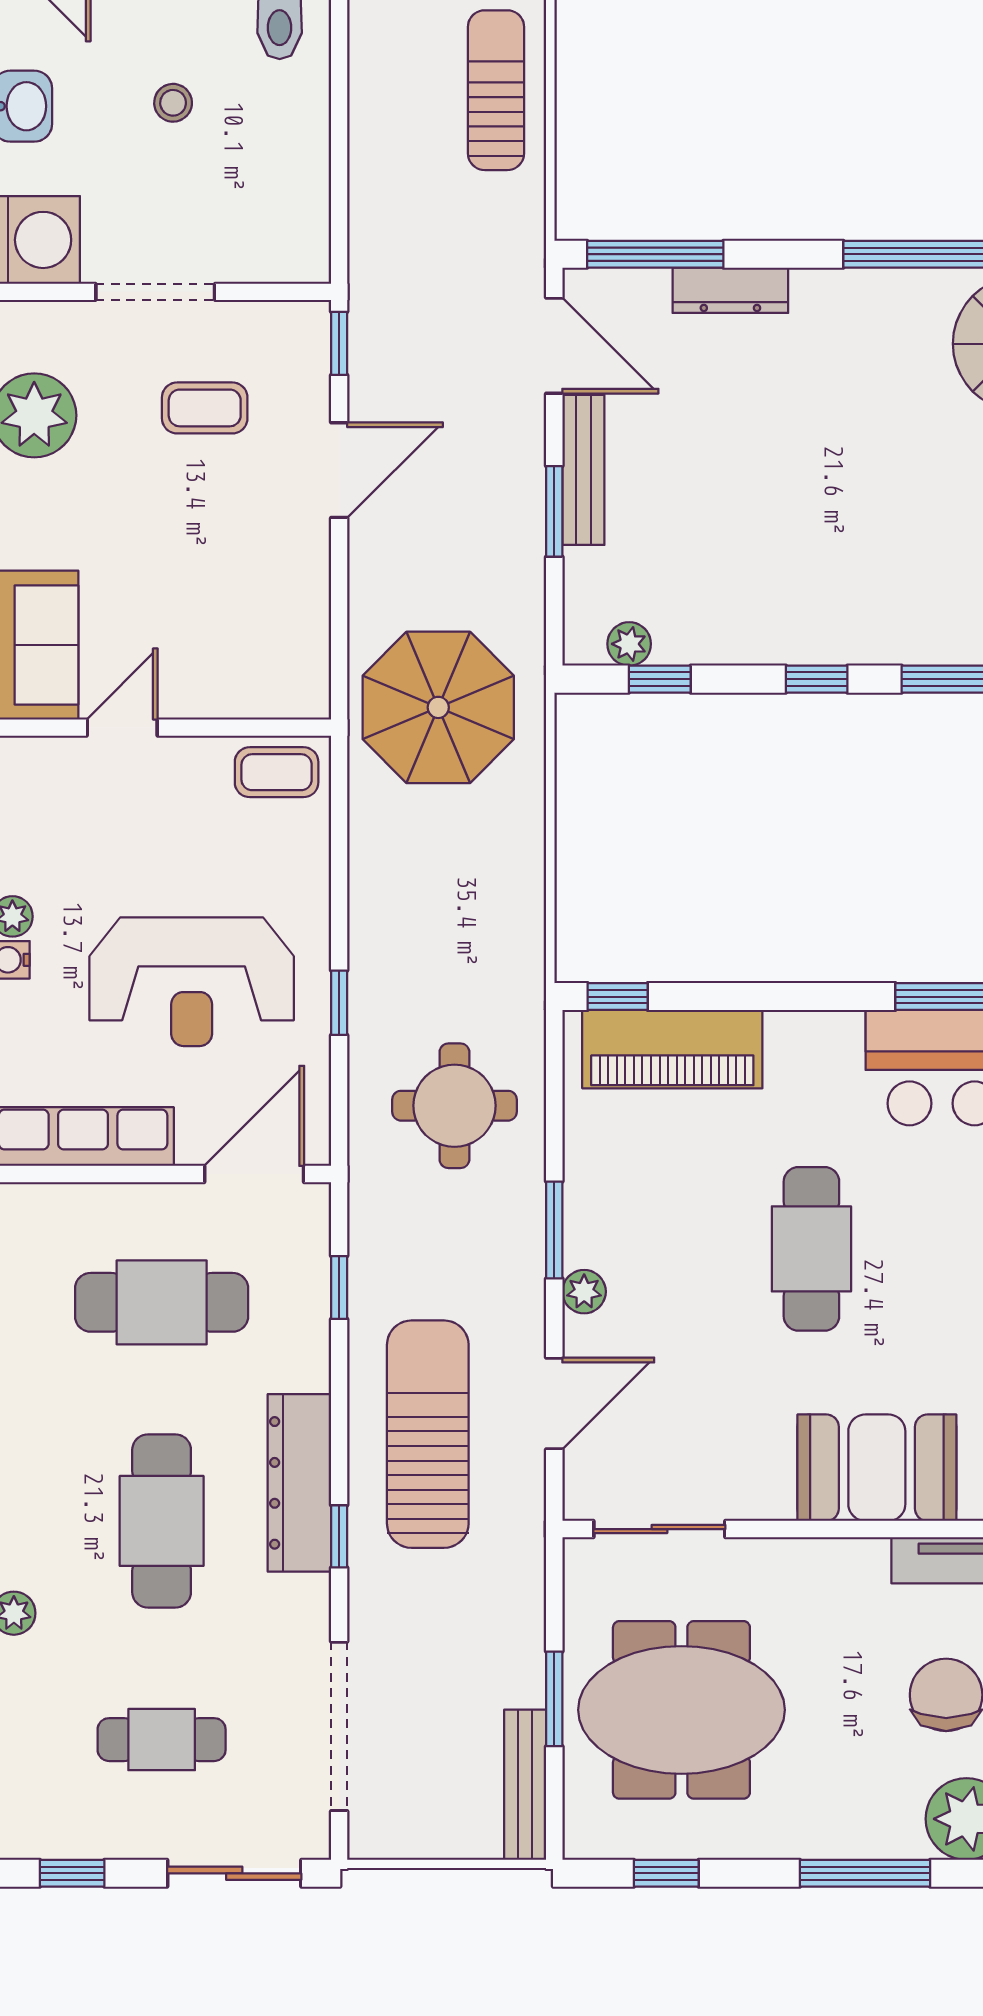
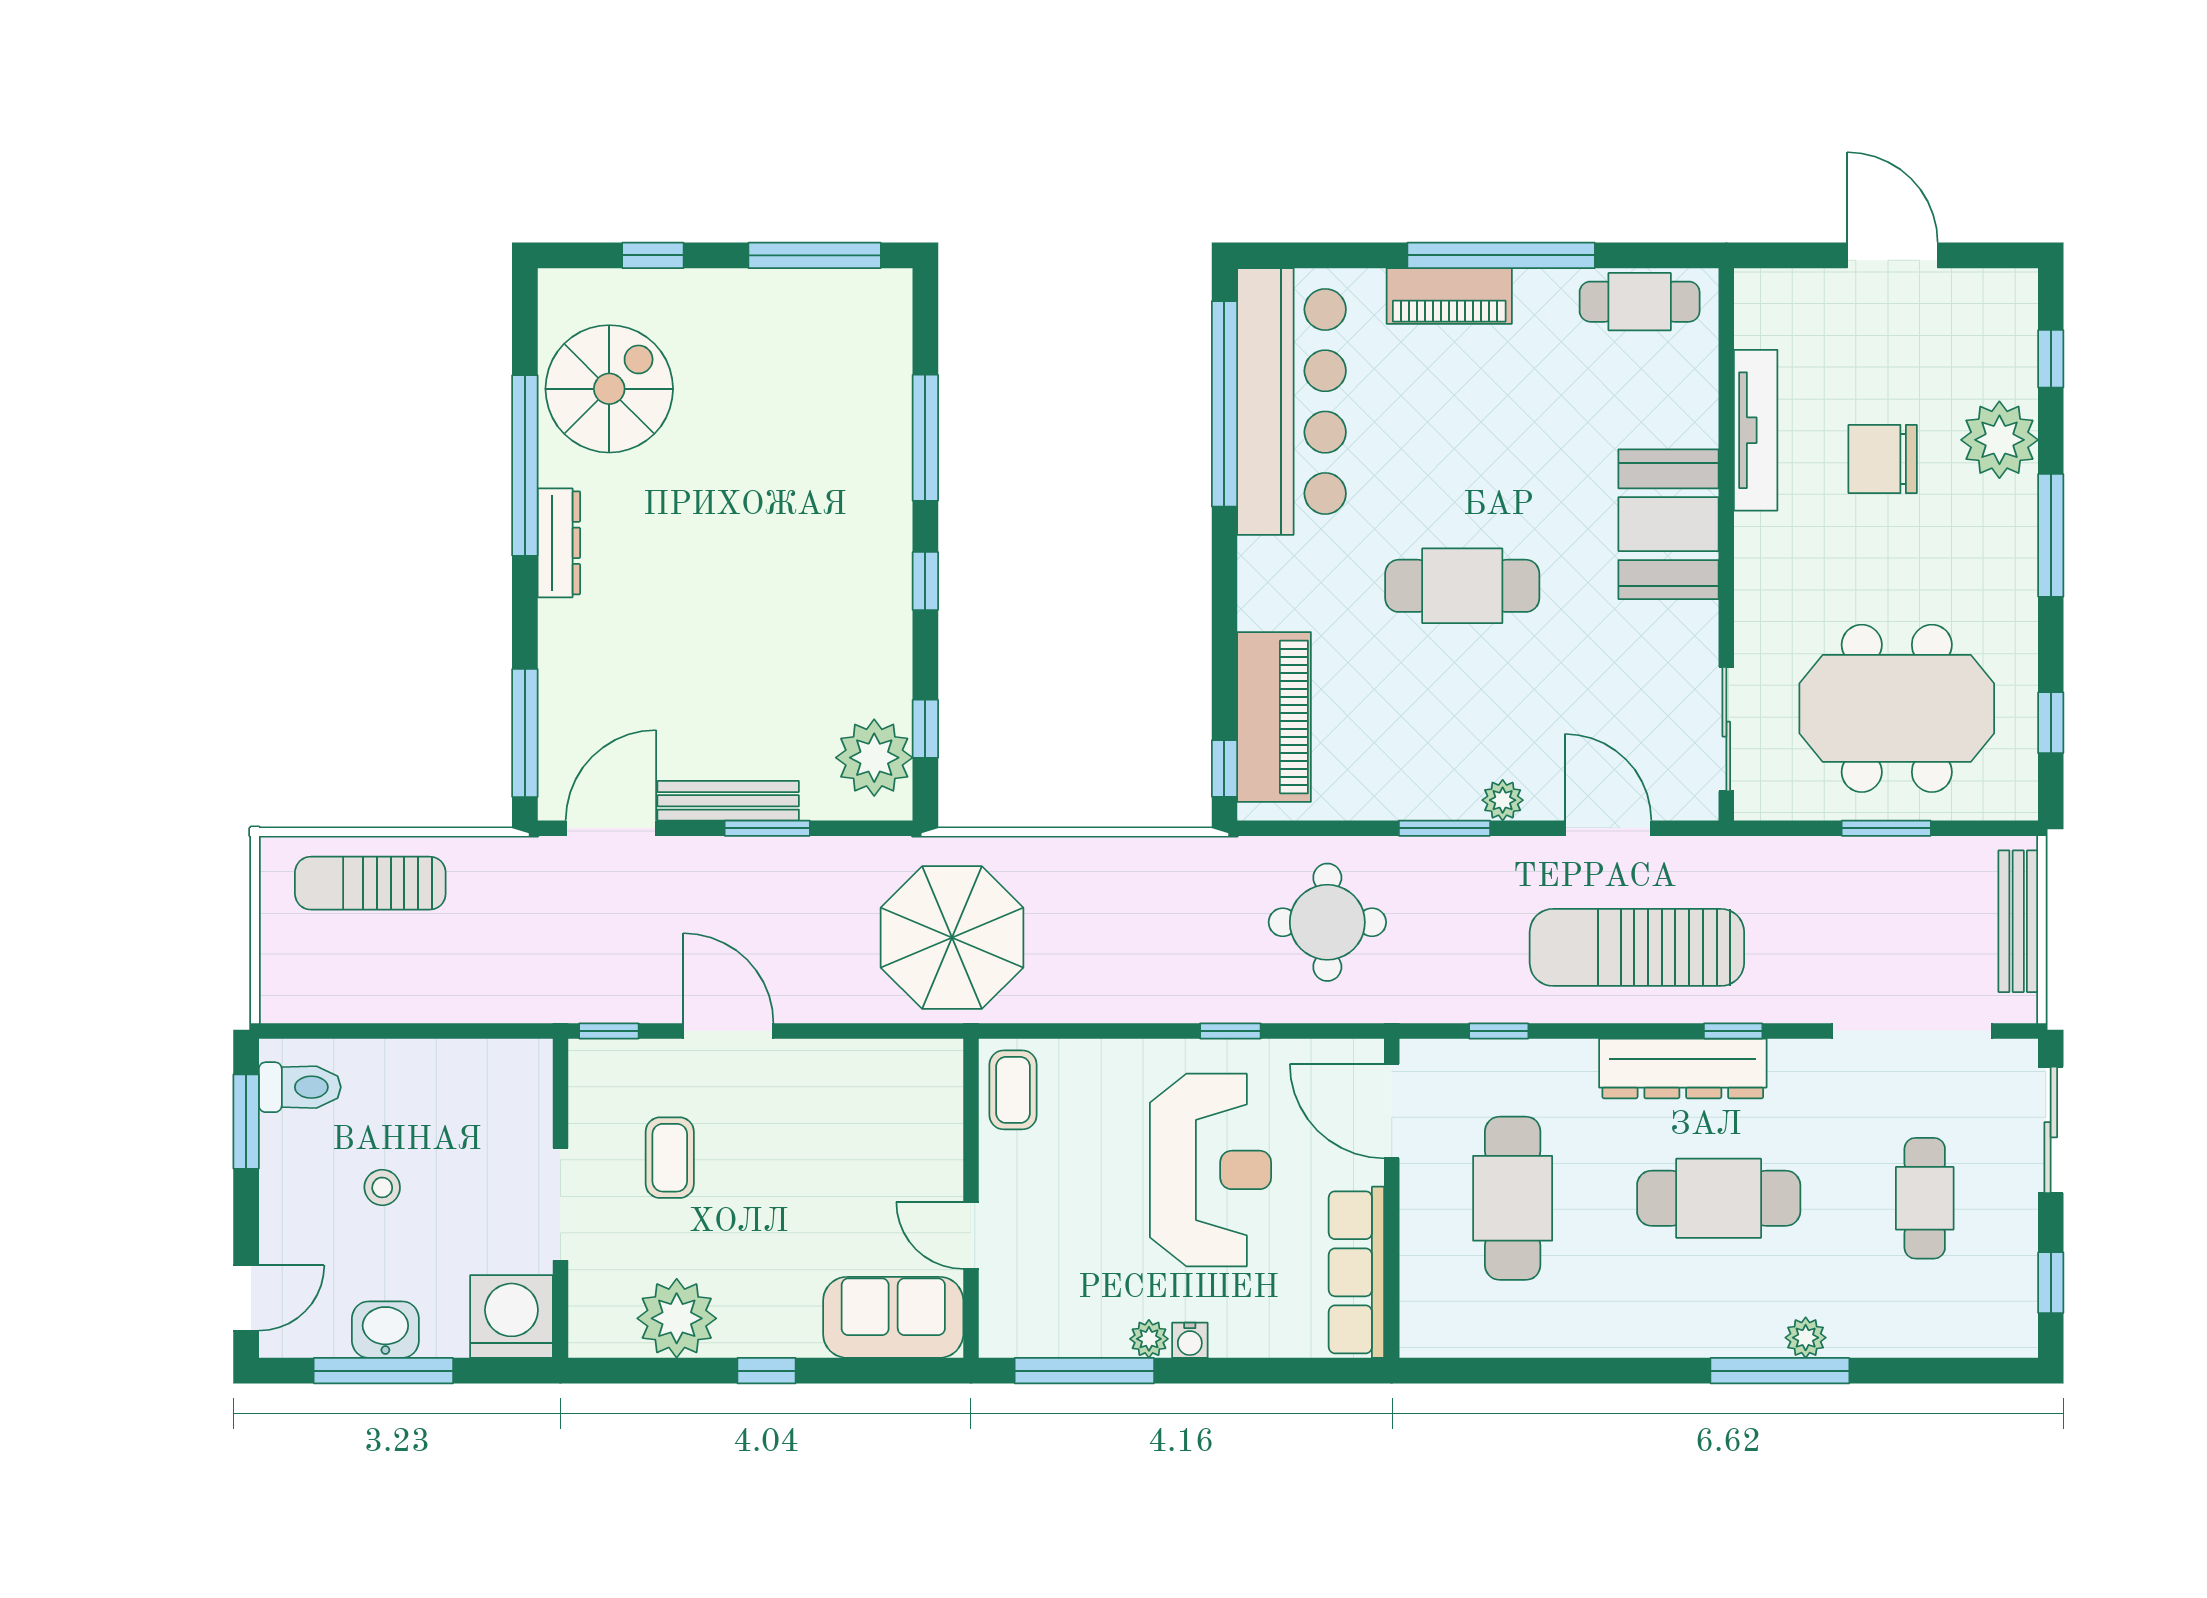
dresser: (730, 290) -> (559, 543), moved
plant: (629, 644) -> (874, 758), width x1.88, depth x1.88
meeting table: (681, 1710) -> (1897, 708), turned 90
bench: (525, 1785) -> (2018, 921), moved, turned 90

